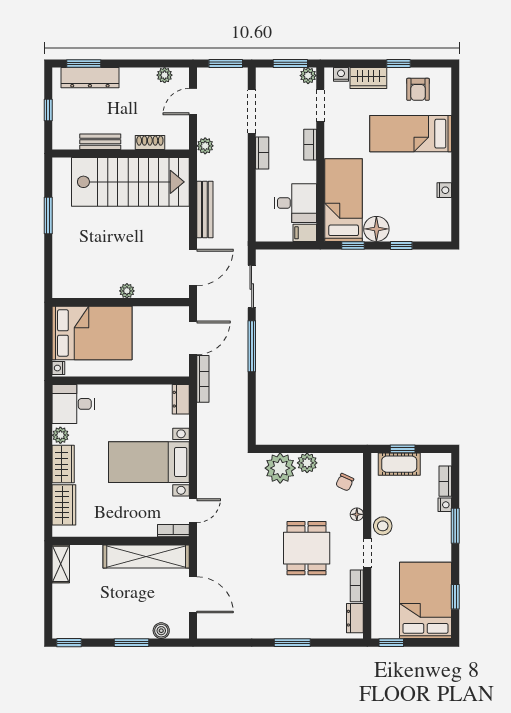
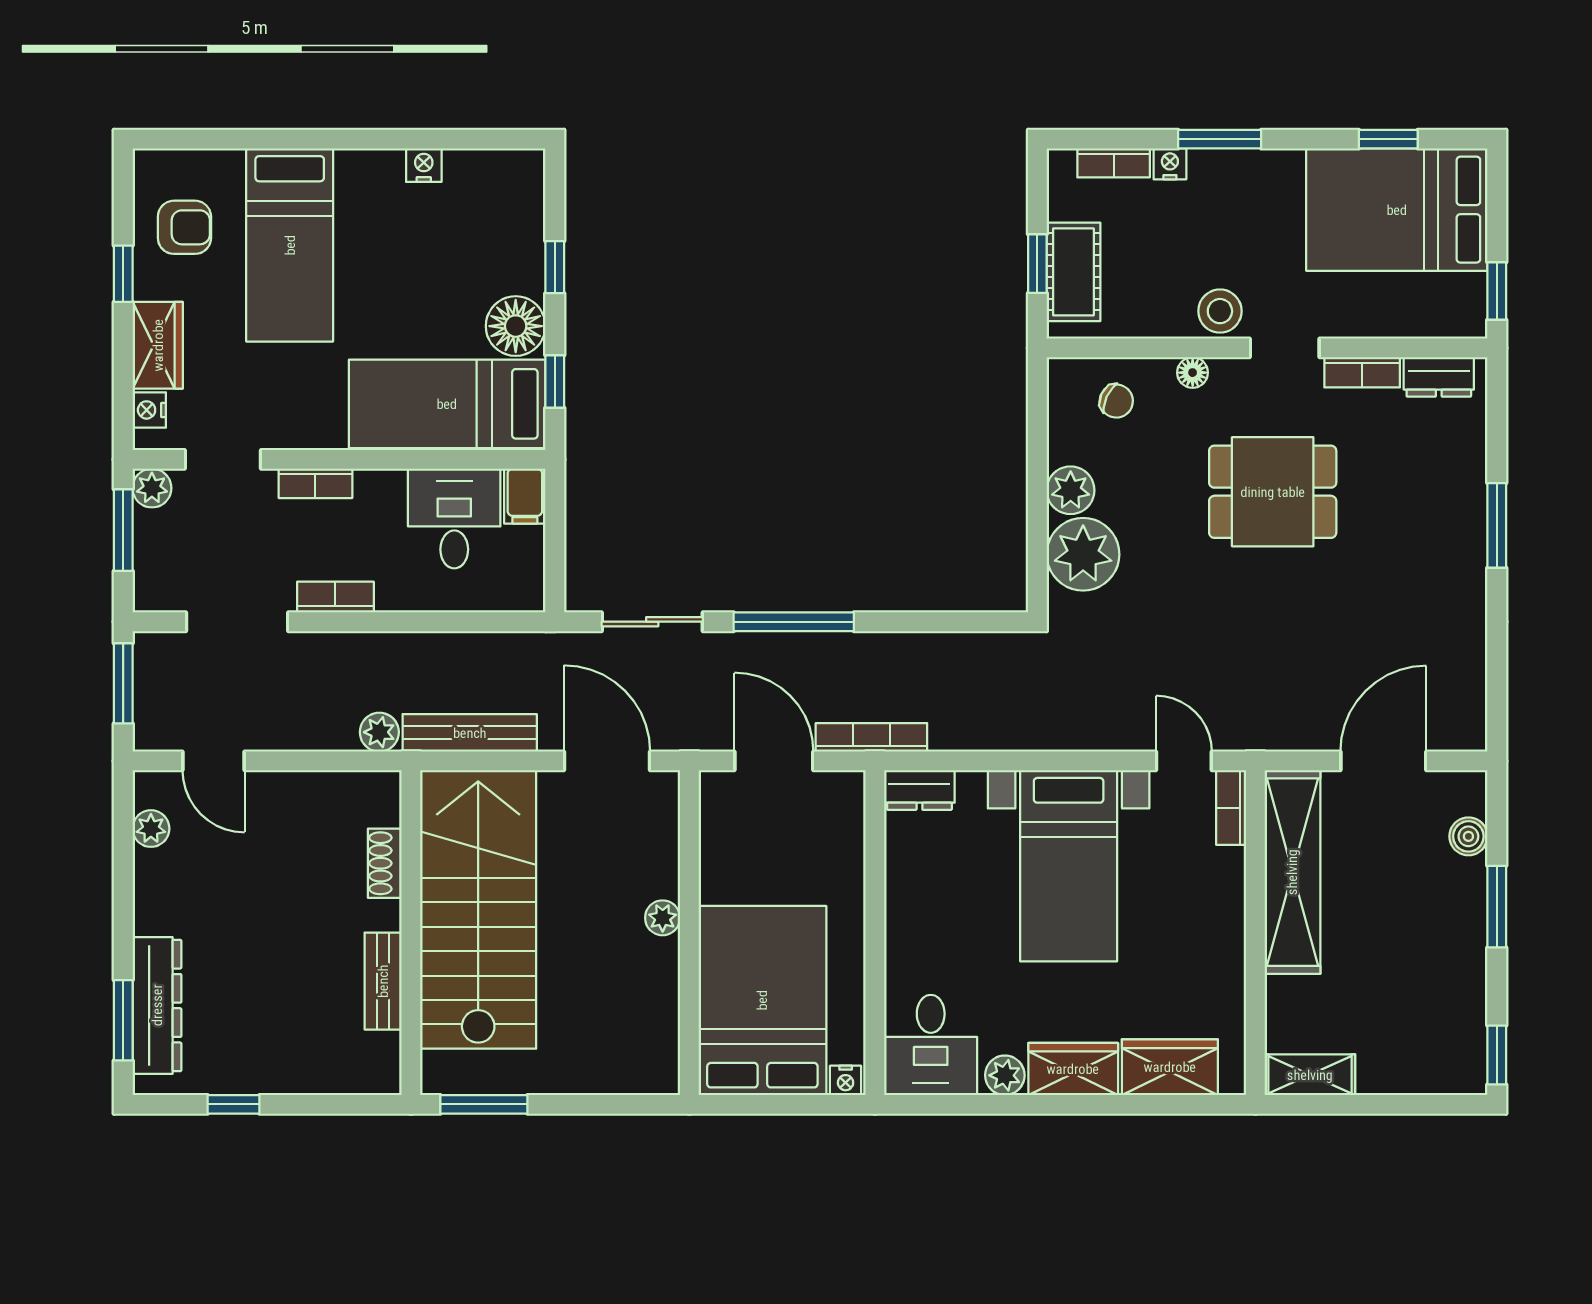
bench: (100, 142) -> (383, 981), moved
shoe rack: (150, 142) -> (385, 863), moved
plant: (205, 146) -> (379, 732), moved
wall: (121, 153) -> (411, 933), moved
stairs: (130, 182) -> (478, 909), moved

